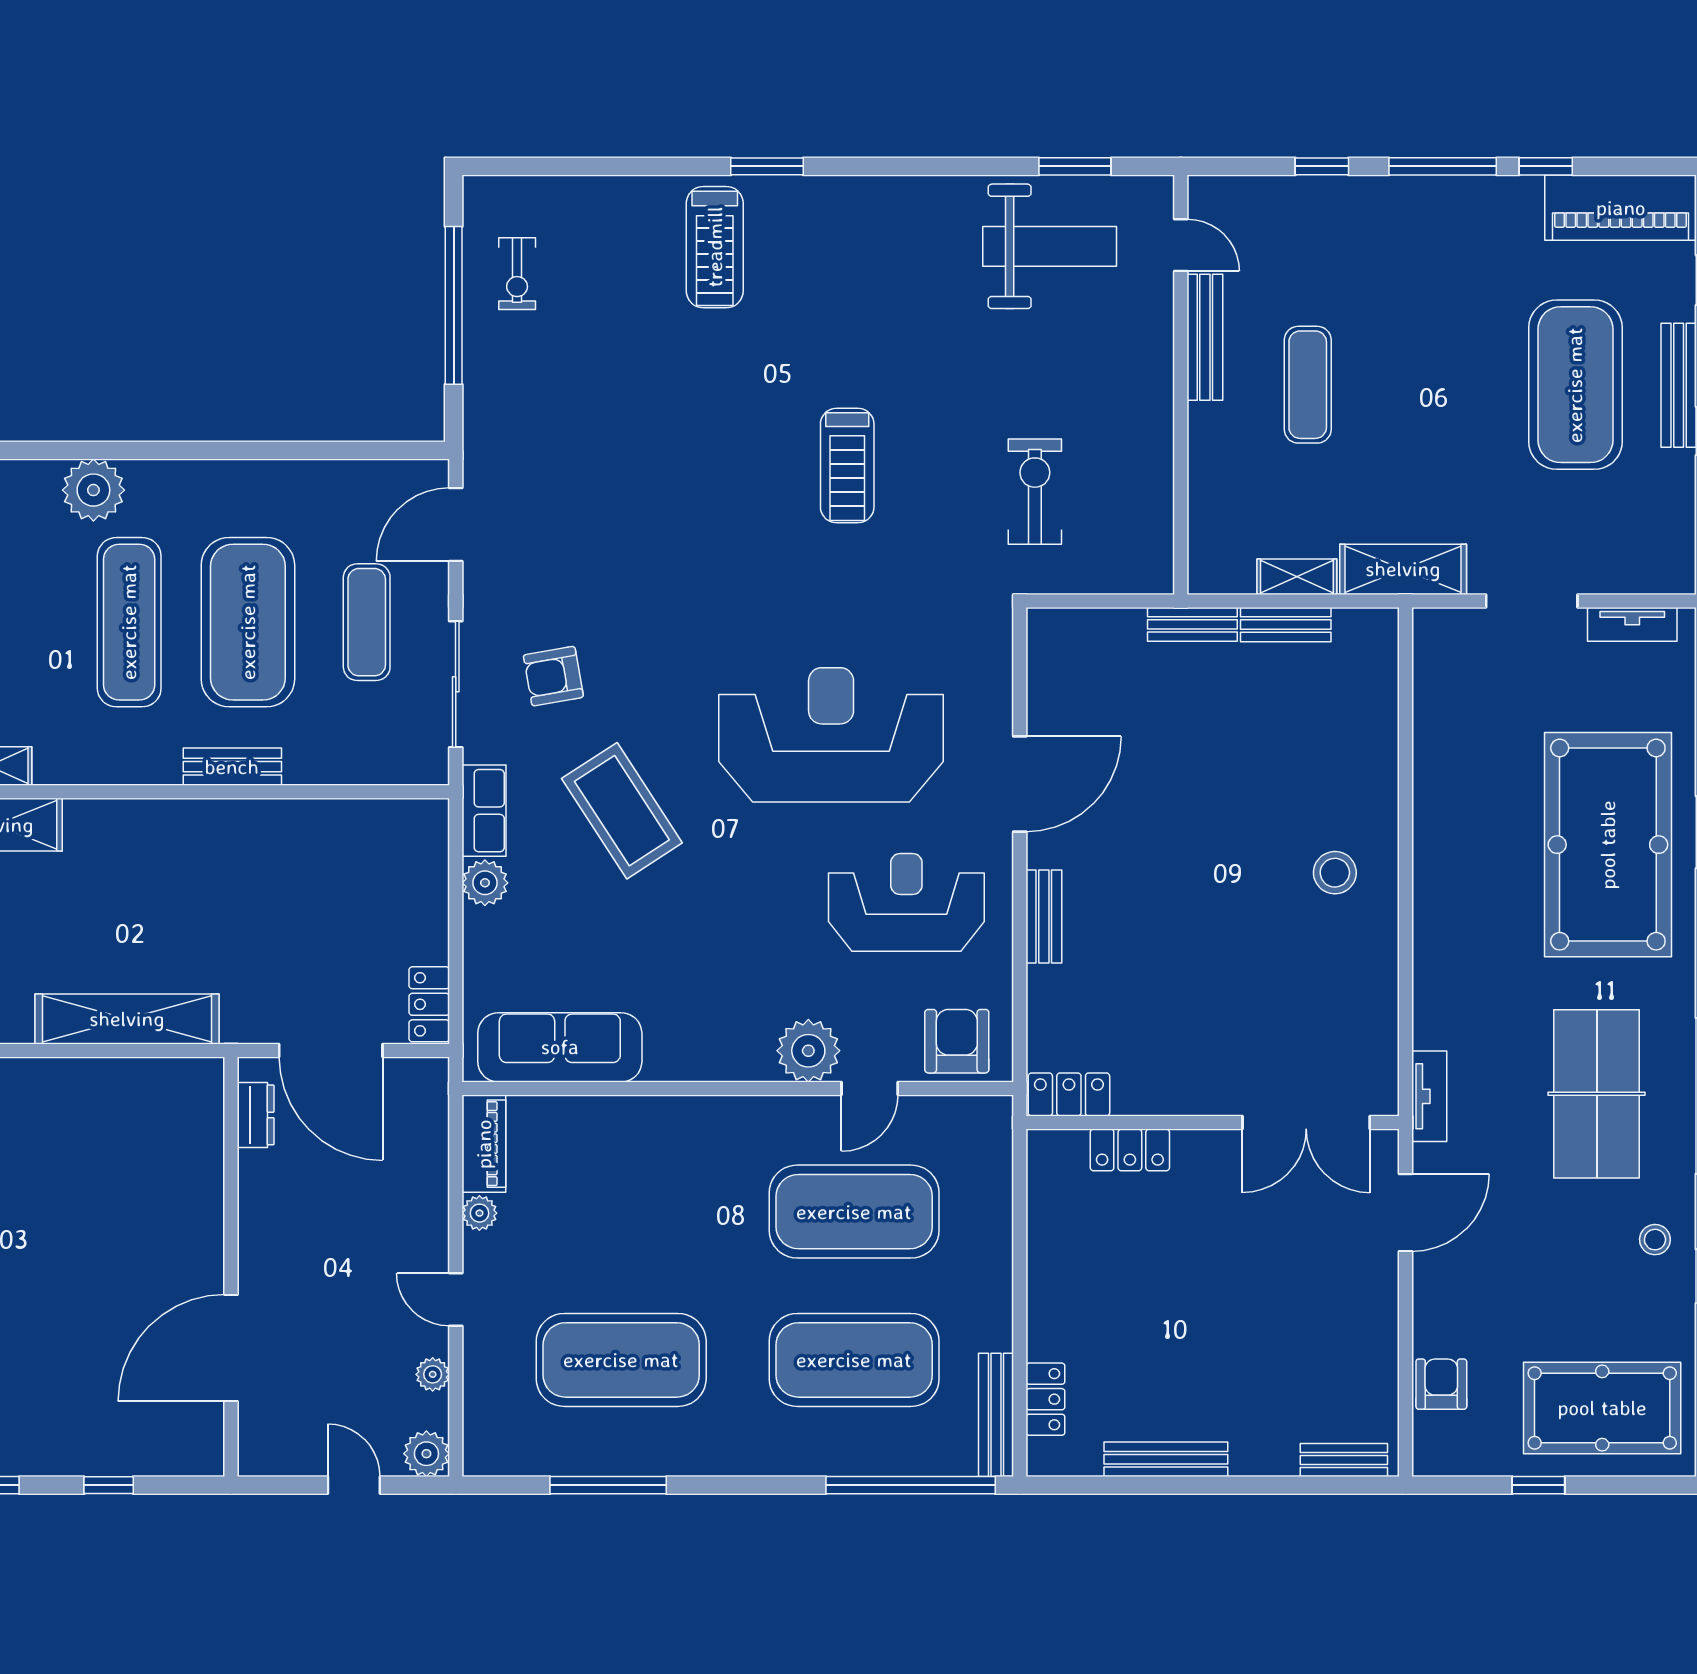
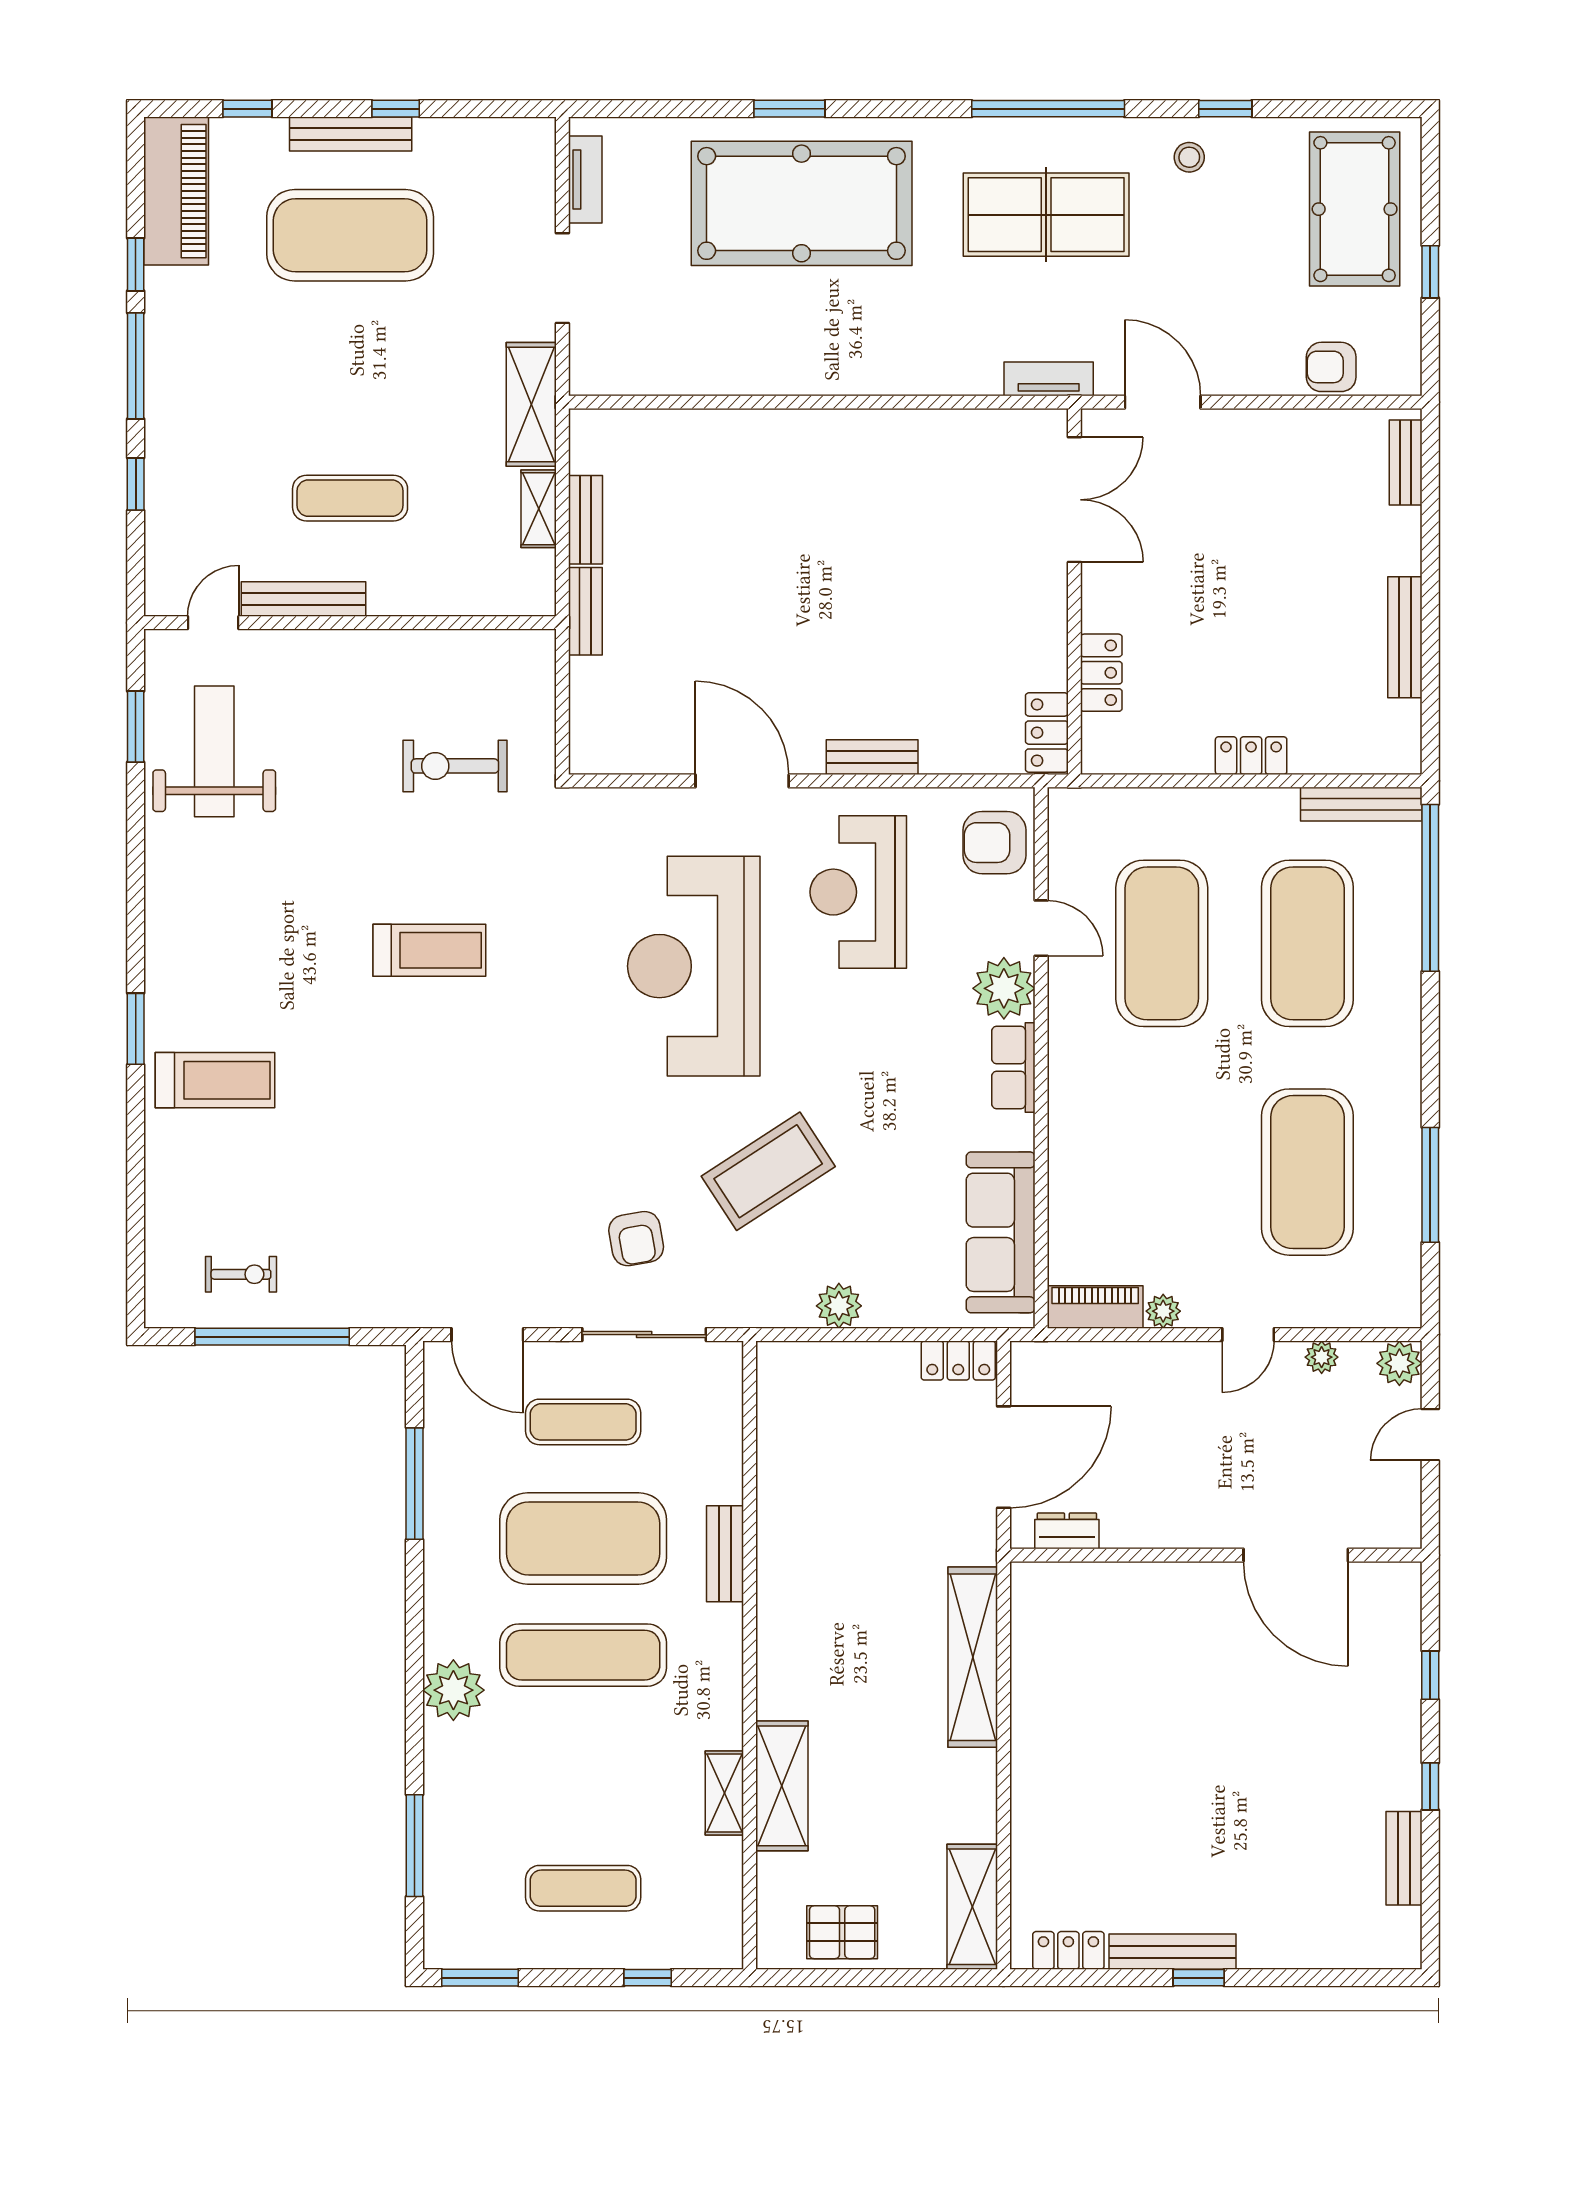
window: (304, 450) -> (415, 1484), added
row of seats: (484, 811) -> (1013, 1068), moved, turned -90
stool: (1335, 873) -> (829, 471), removed
locker: (1045, 1399) -> (1251, 756), moved

